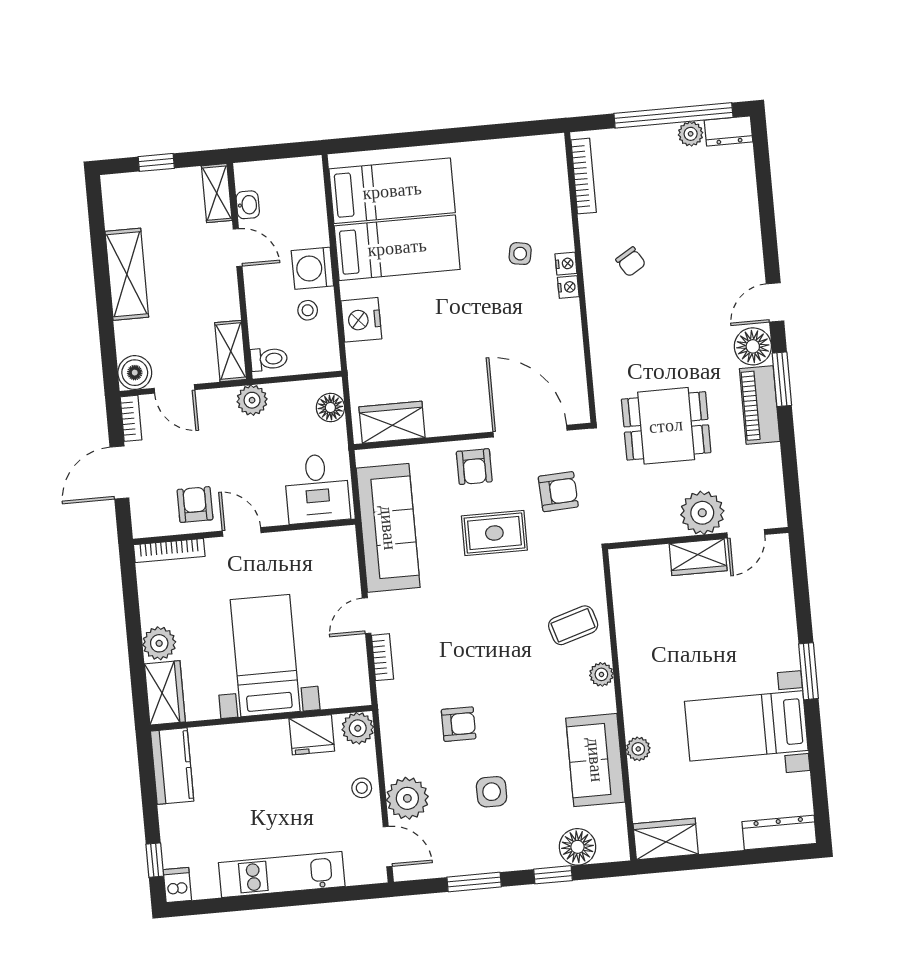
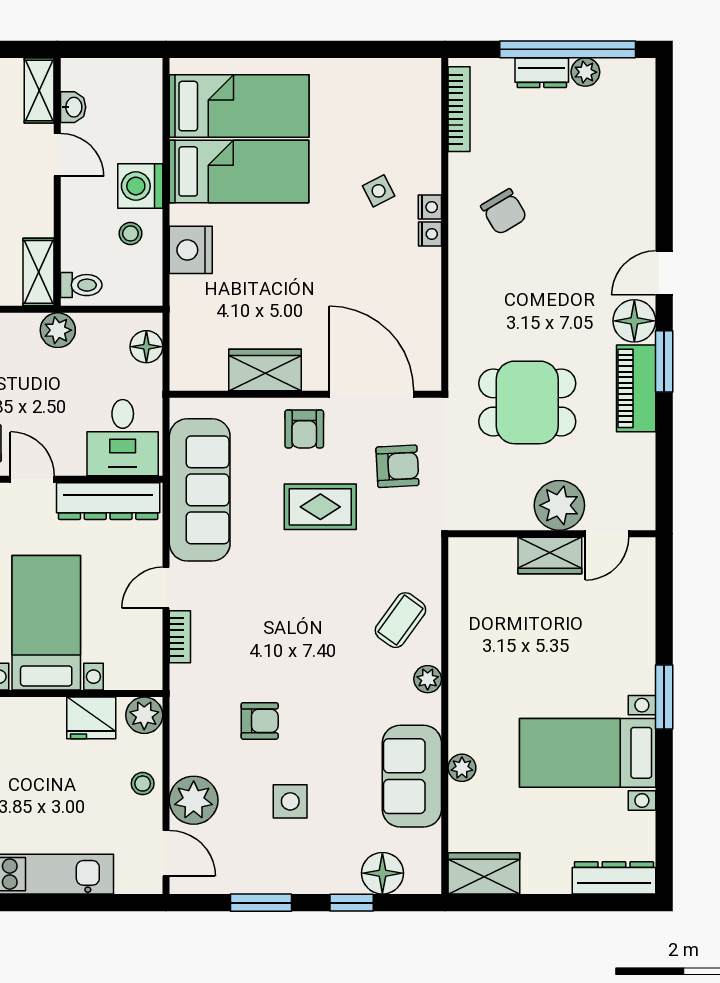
dresser: (729, 131) -> (542, 73), moved
side table: (520, 254) -> (379, 191), turned -37
chair: (631, 262) -> (504, 212), width x1.37, depth x1.37
wardrobe: (392, 422) -> (265, 370), moved
dresser: (309, 545) -> (108, 501), added
coffee table: (573, 625) -> (400, 620), turned -37

